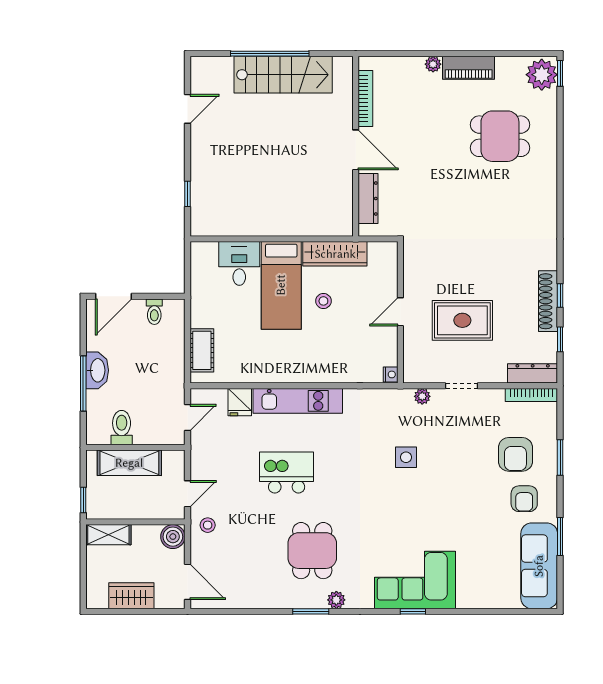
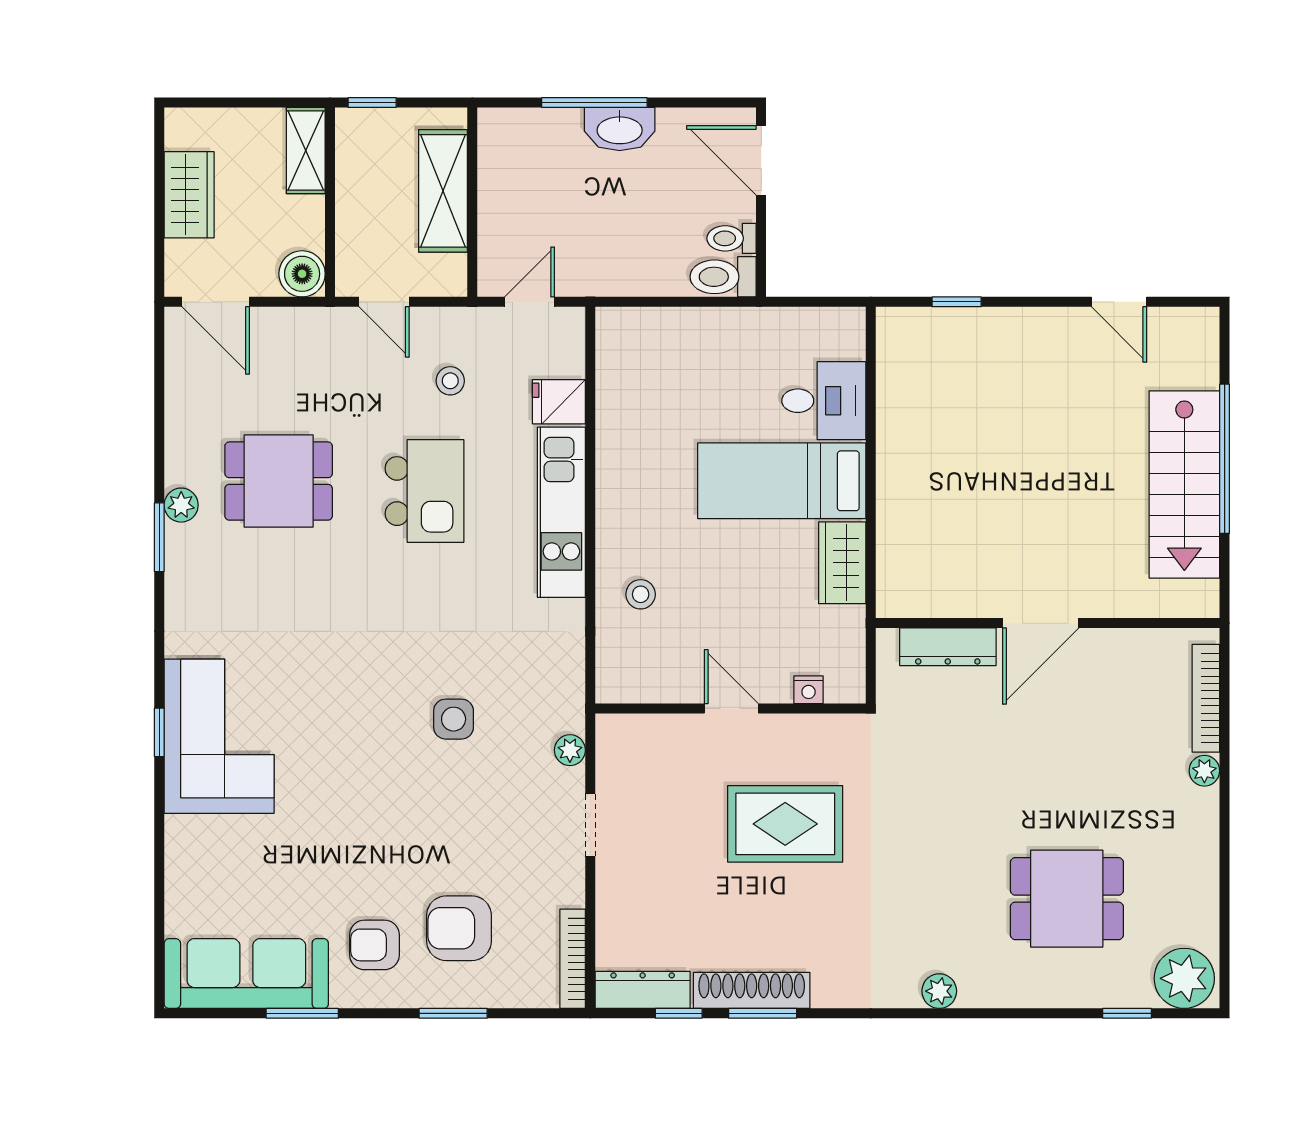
piano: (469, 68) -> (1198, 839), removed
window: (560, 73) -> (1127, 1013), moved
bookcase: (365, 99) -> (1206, 698), moved, turned 90
dining table: (500, 136) -> (1067, 899), turned 90
plant: (548, 203) -> (939, 991), added
wardrobe: (335, 254) -> (842, 563), width x0.67
window: (560, 295) -> (763, 1013), width x1.50
stool: (323, 301) -> (641, 594), moved
rug: (462, 320) -> (785, 824), moved, turned 90
cot: (202, 350) -> (658, 329), removed
dresser: (533, 373) -> (643, 990), moved, turned -90
nightstand: (391, 374) -> (809, 690), moved
door: (188, 418) -> (530, 302), swing flipped
toilet: (122, 428) -> (723, 277), moved, turned 180
stool: (208, 525) -> (450, 381), moved
dining table: (312, 551) -> (279, 481), moved
door: (188, 582) -> (216, 302), hinge flipped
plant: (336, 600) -> (181, 505), moved

